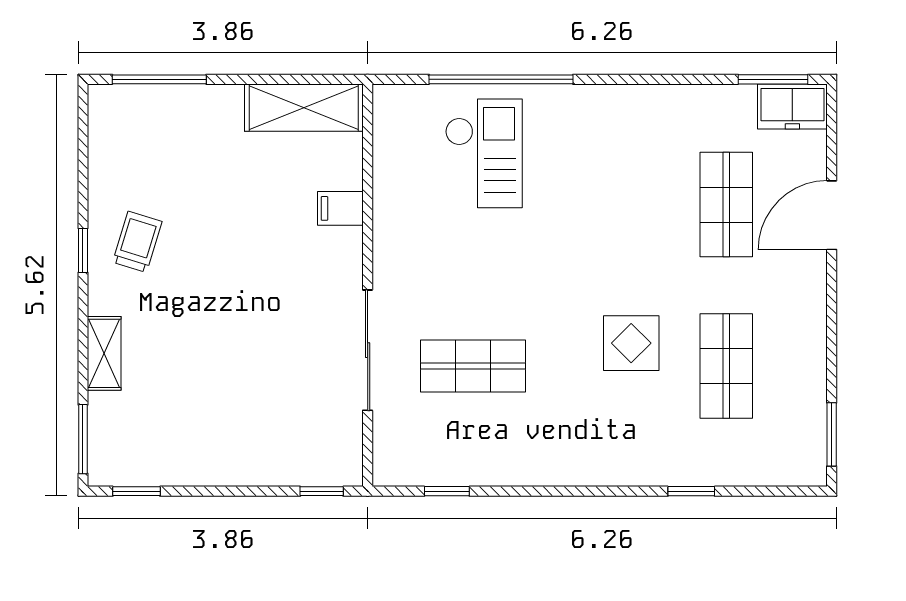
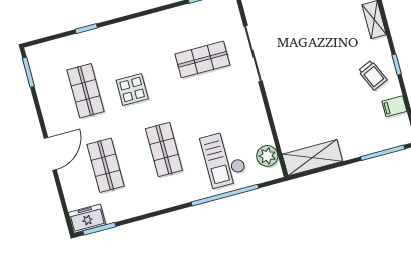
plant: (394, 136) -> (267, 156), added
shop shelf: (600, 205) -> (164, 150), added
filing cabinet: (340, 208) -> (394, 106), moved, turned 180
door: (832, 215) -> (50, 154), moved
trolley: (137, 242) -> (373, 75), turned -41

